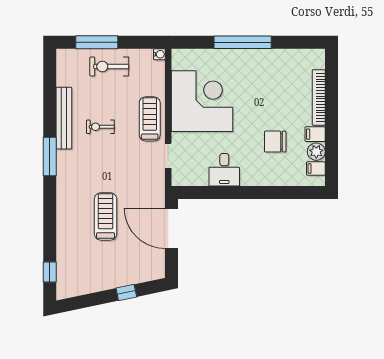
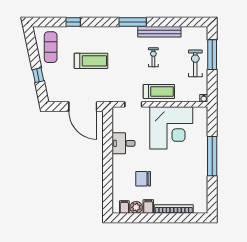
chair: (275, 142) -> (143, 179), turned -90
door: (171, 228) -> (83, 107), swing flipped
window: (50, 272) -> (73, 22), moved
exercise mat: (86, 275) -> (51, 47), added

